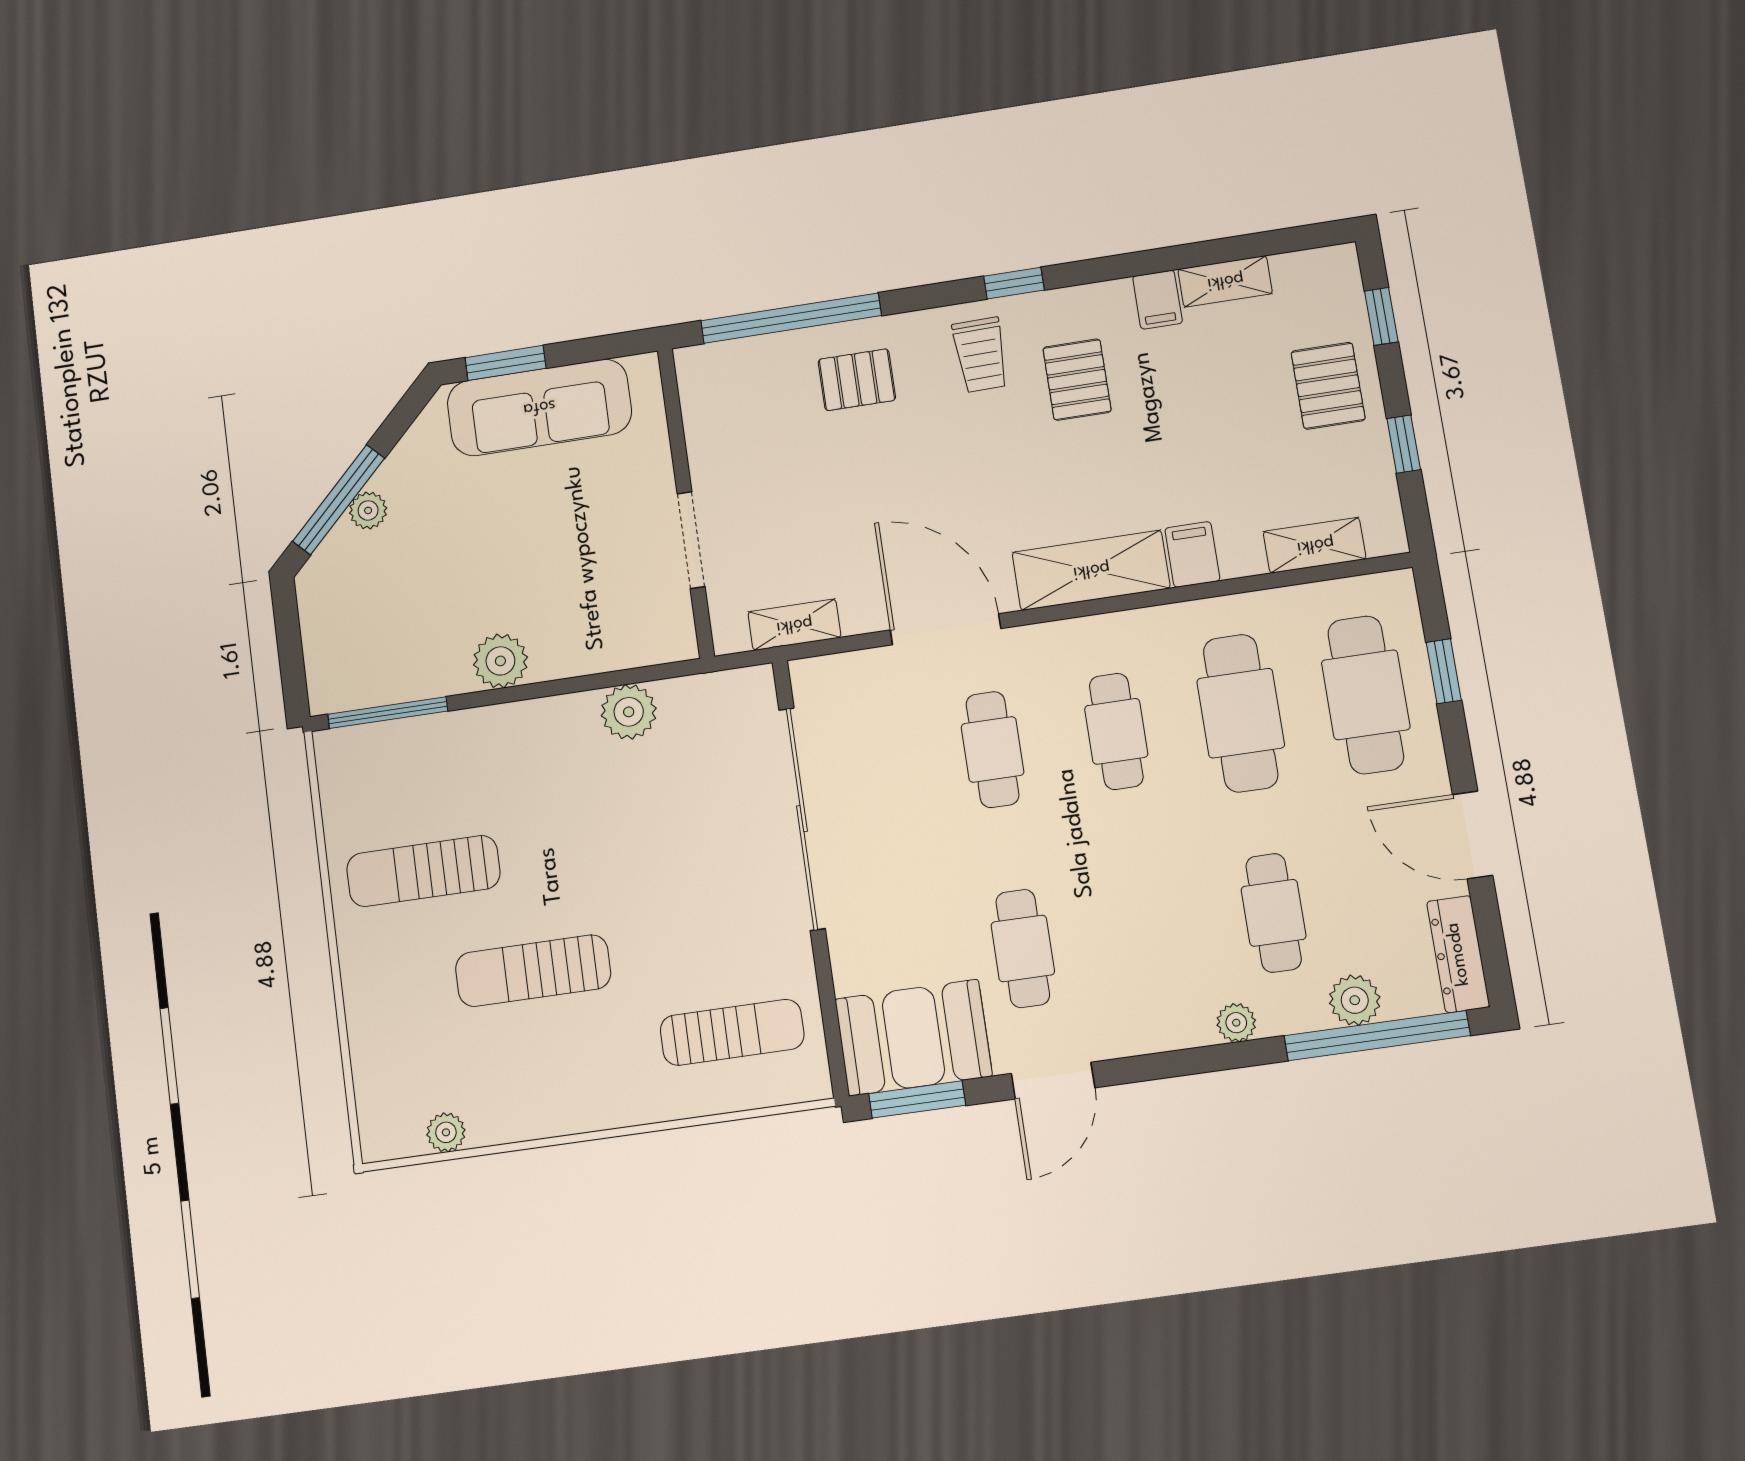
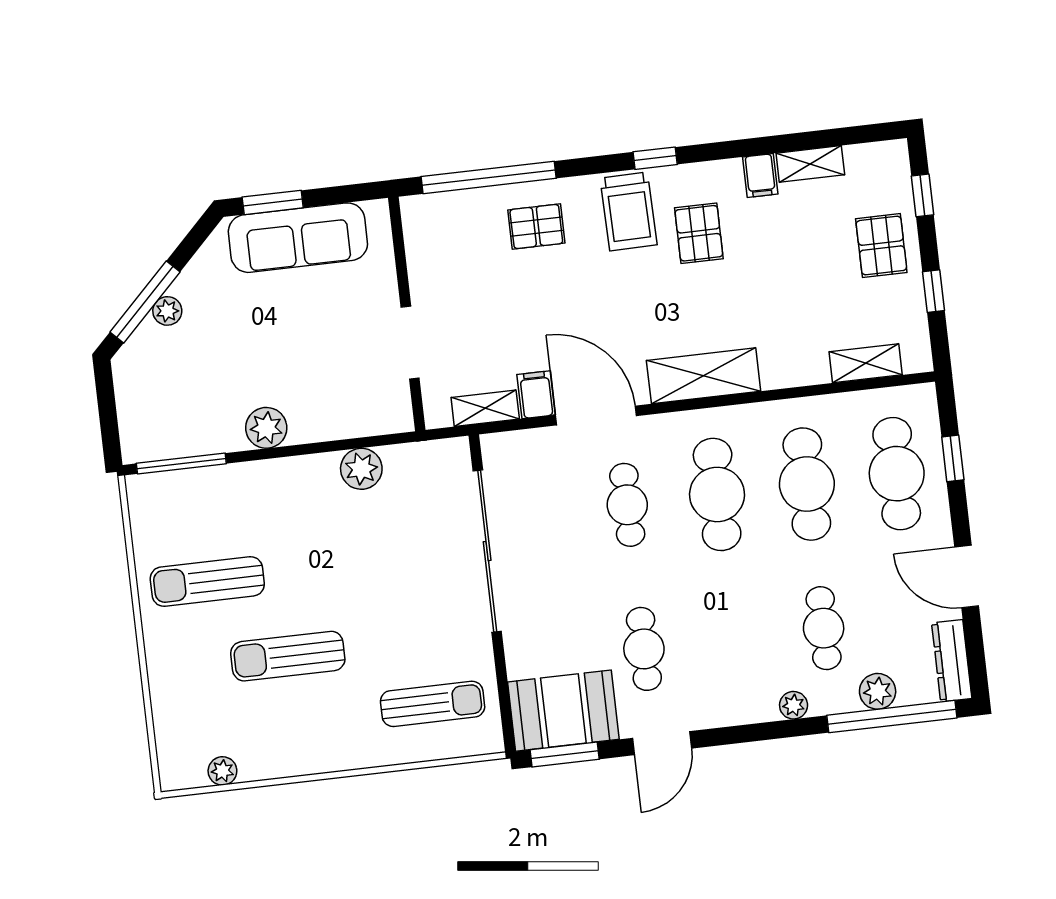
trolley: (981, 355) -> (629, 211), width x1.36, depth x1.39
filing cabinet: (1192, 554) -> (536, 395), moved
cafe table: (1116, 731) -> (717, 494), width x1.37, depth x1.35

